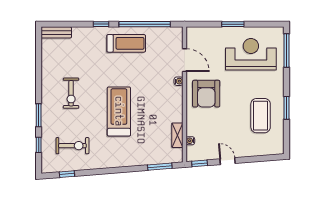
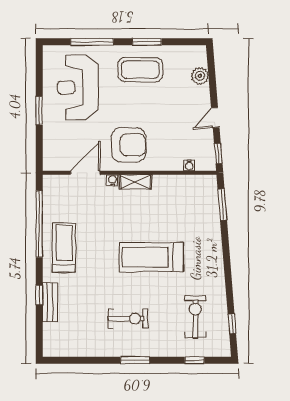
window: (101, 24) -> (39, 295), moved
bench: (56, 32) -> (50, 302), moved
window: (286, 50) -> (92, 42), moved
window: (39, 115) -> (135, 360), moved
coffee table: (261, 116) -> (140, 70), moved
shelving: (177, 135) -> (135, 182), moved
plant: (260, 149) -> (200, 76), added

